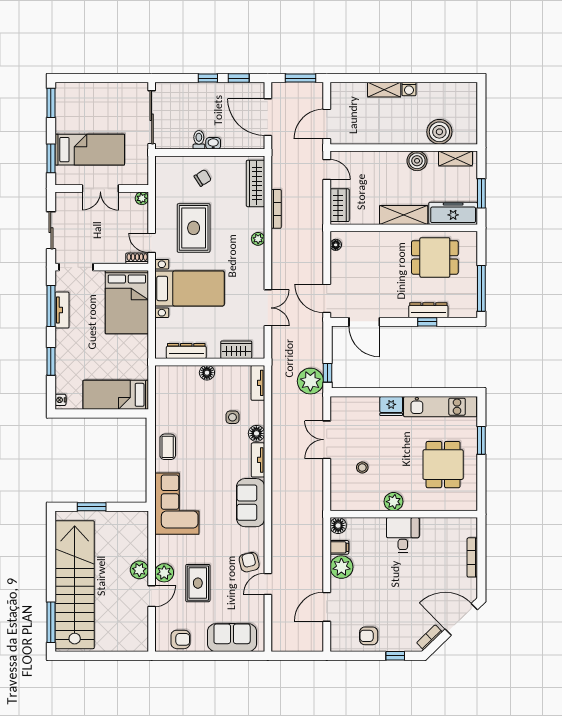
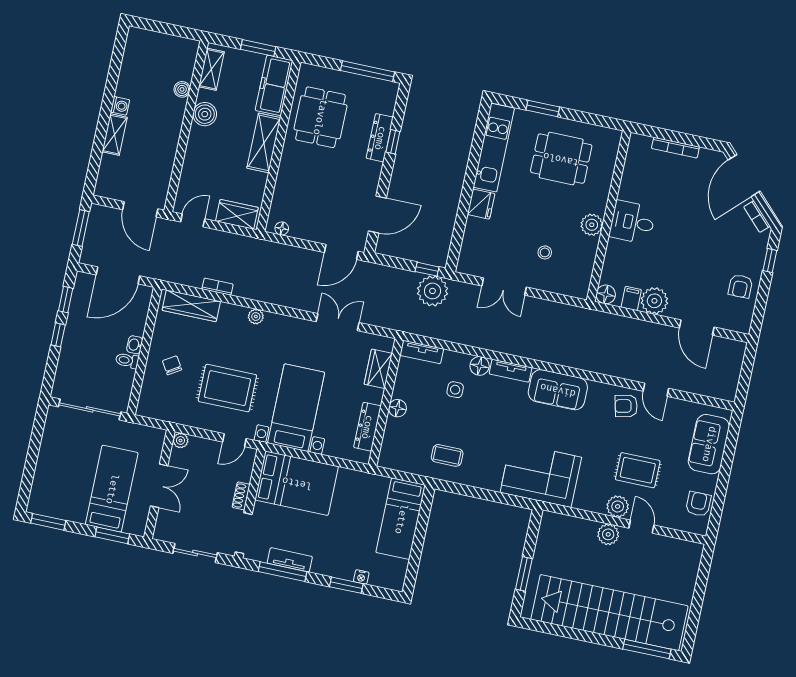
boiler: (439, 132) -> (182, 89), width x0.54, depth x0.54
bookcase: (276, 209) -> (218, 287), width x0.64
shoe rack: (137, 258) -> (241, 496), moved
nightstand: (60, 400) -> (361, 577), moved
coffee table: (168, 447) -> (447, 455), moved

